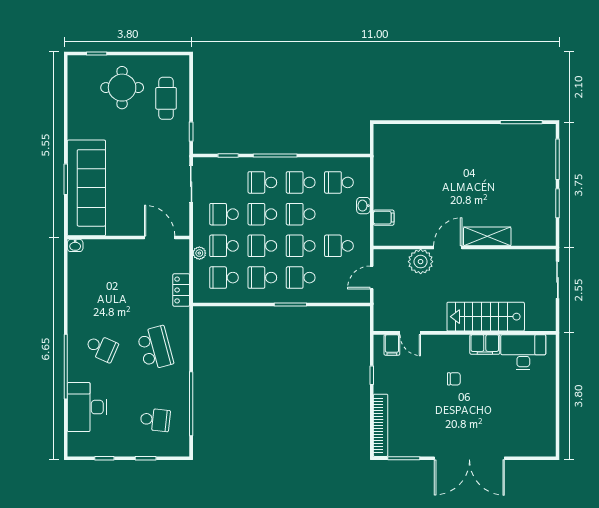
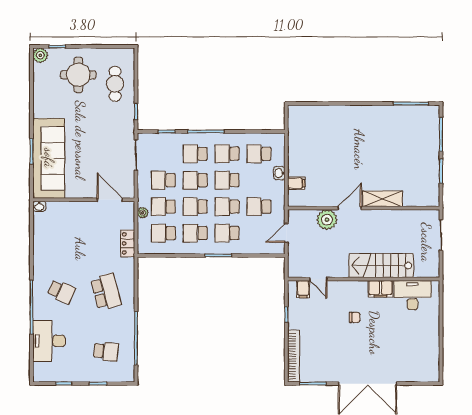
plant: (76, 64) -> (40, 55), added

